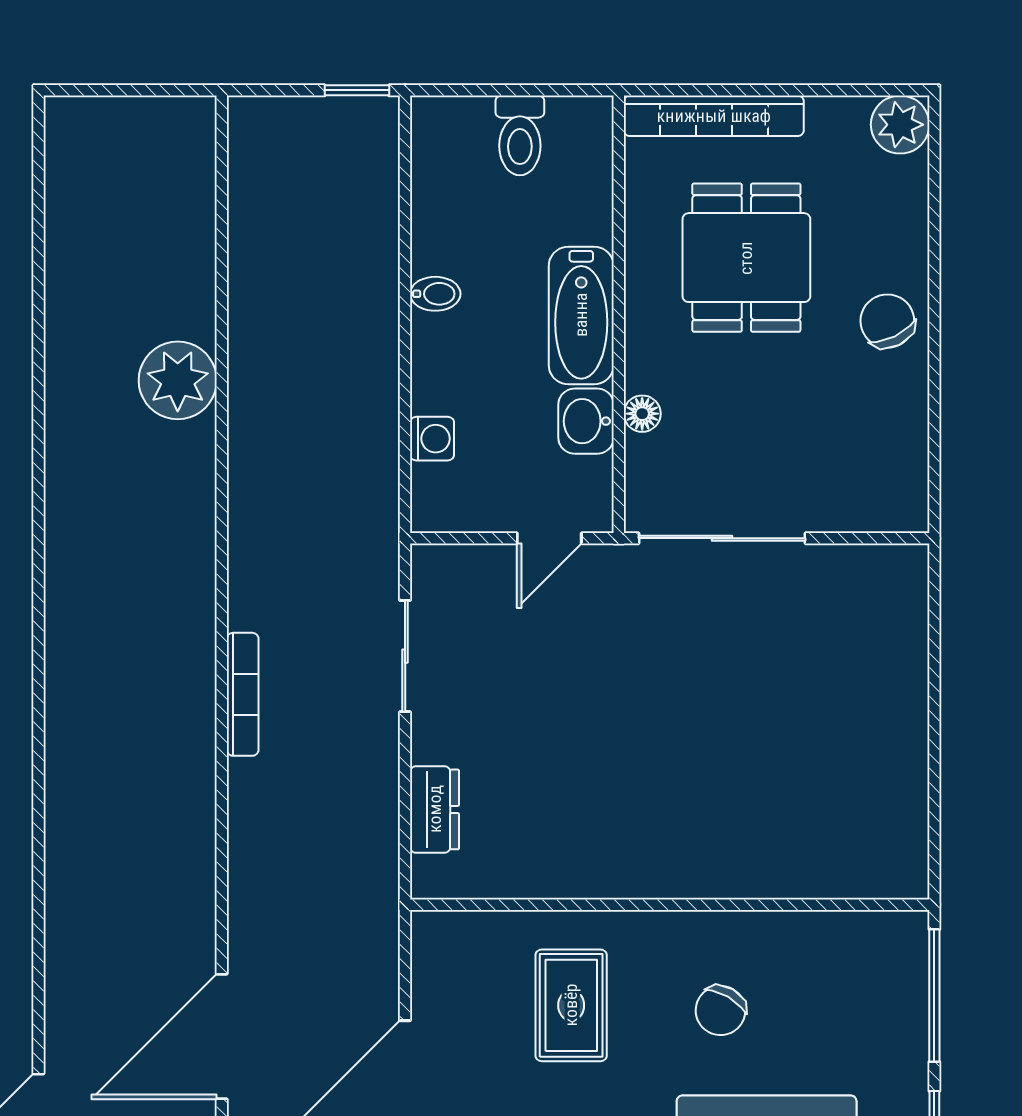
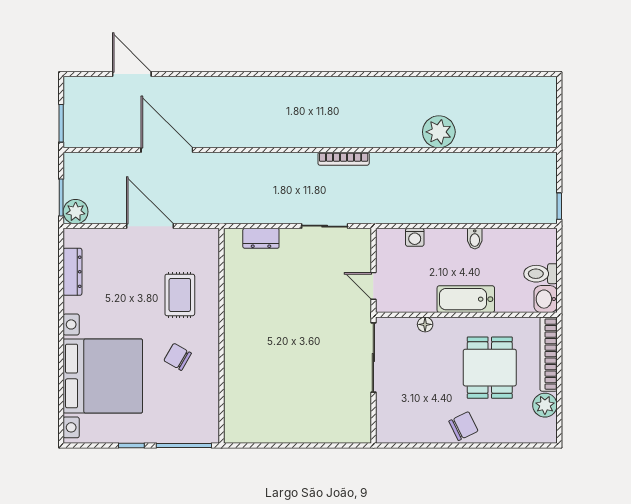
plant: (900, 125) -> (545, 405), moved
dining table: (746, 258) -> (490, 368), turned 90
washbasin: (586, 421) -> (546, 299), moved, turned -90
bookcase: (243, 694) -> (344, 159), moved
rug: (571, 1005) -> (180, 295), turned 90

